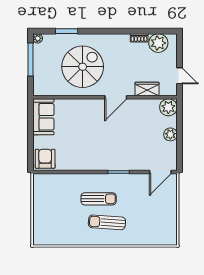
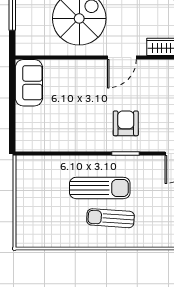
armchair: (45, 159) -> (126, 123), moved
sun lounger: (99, 199) -> (100, 188), width x1.36, depth x1.34

